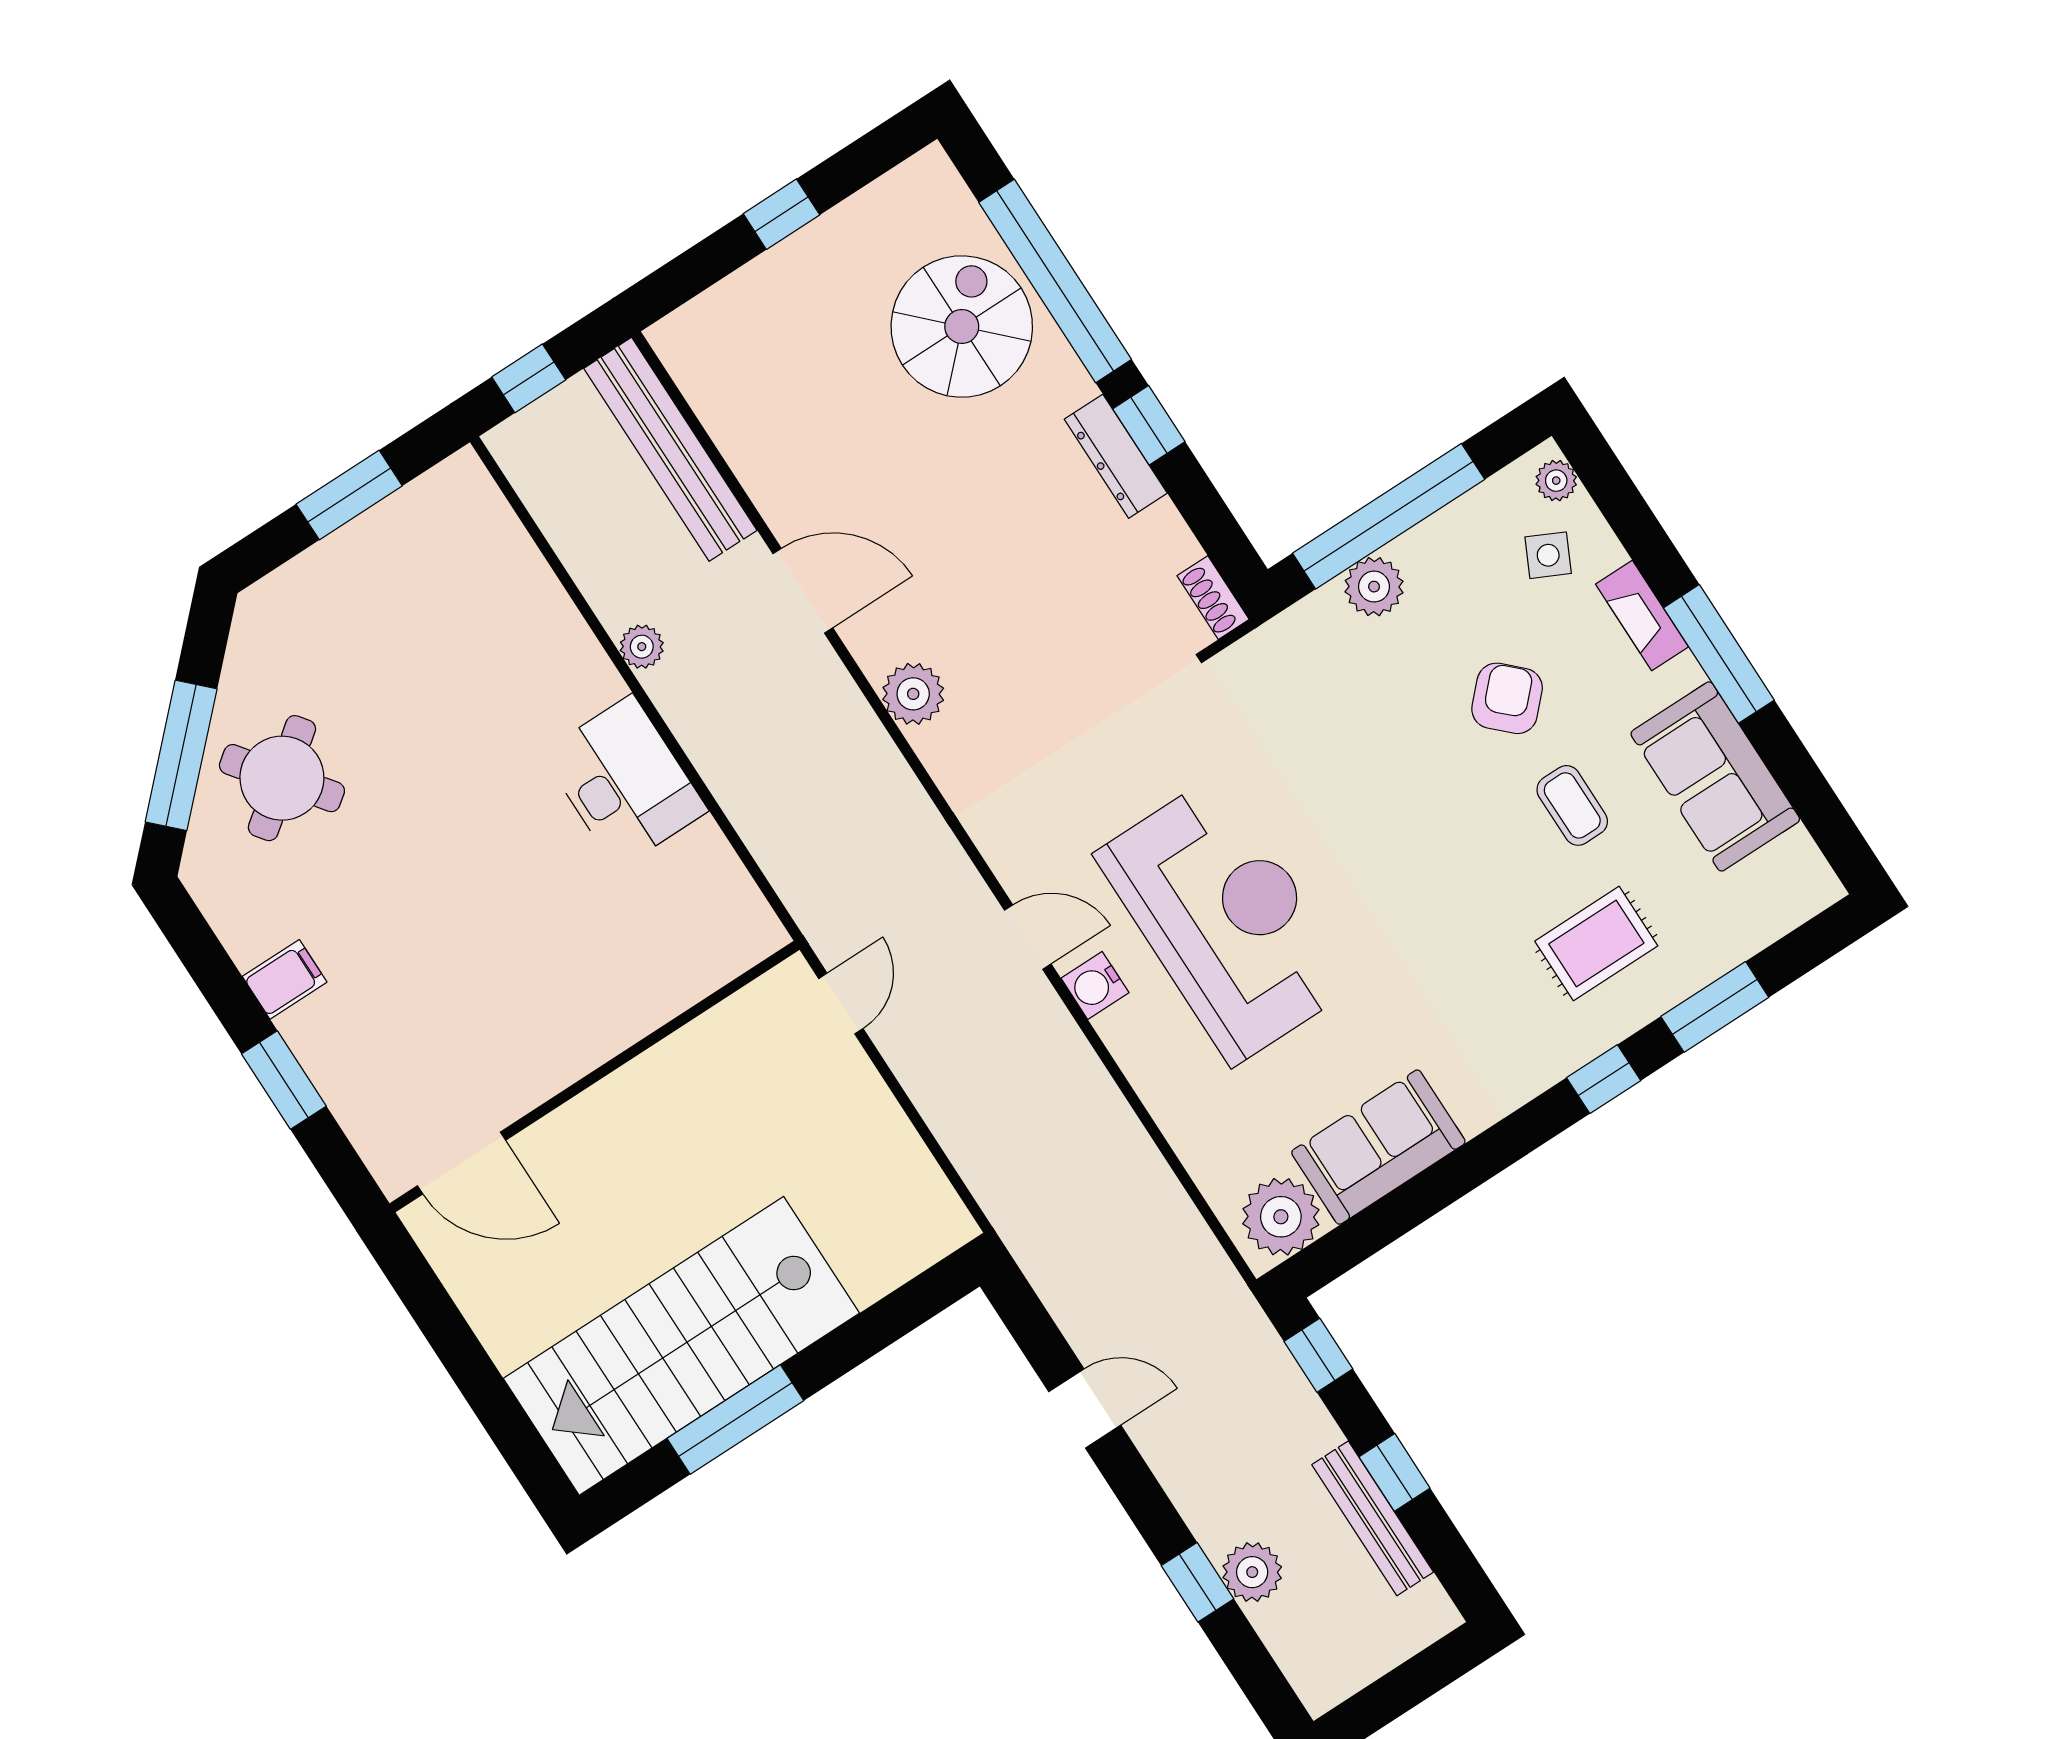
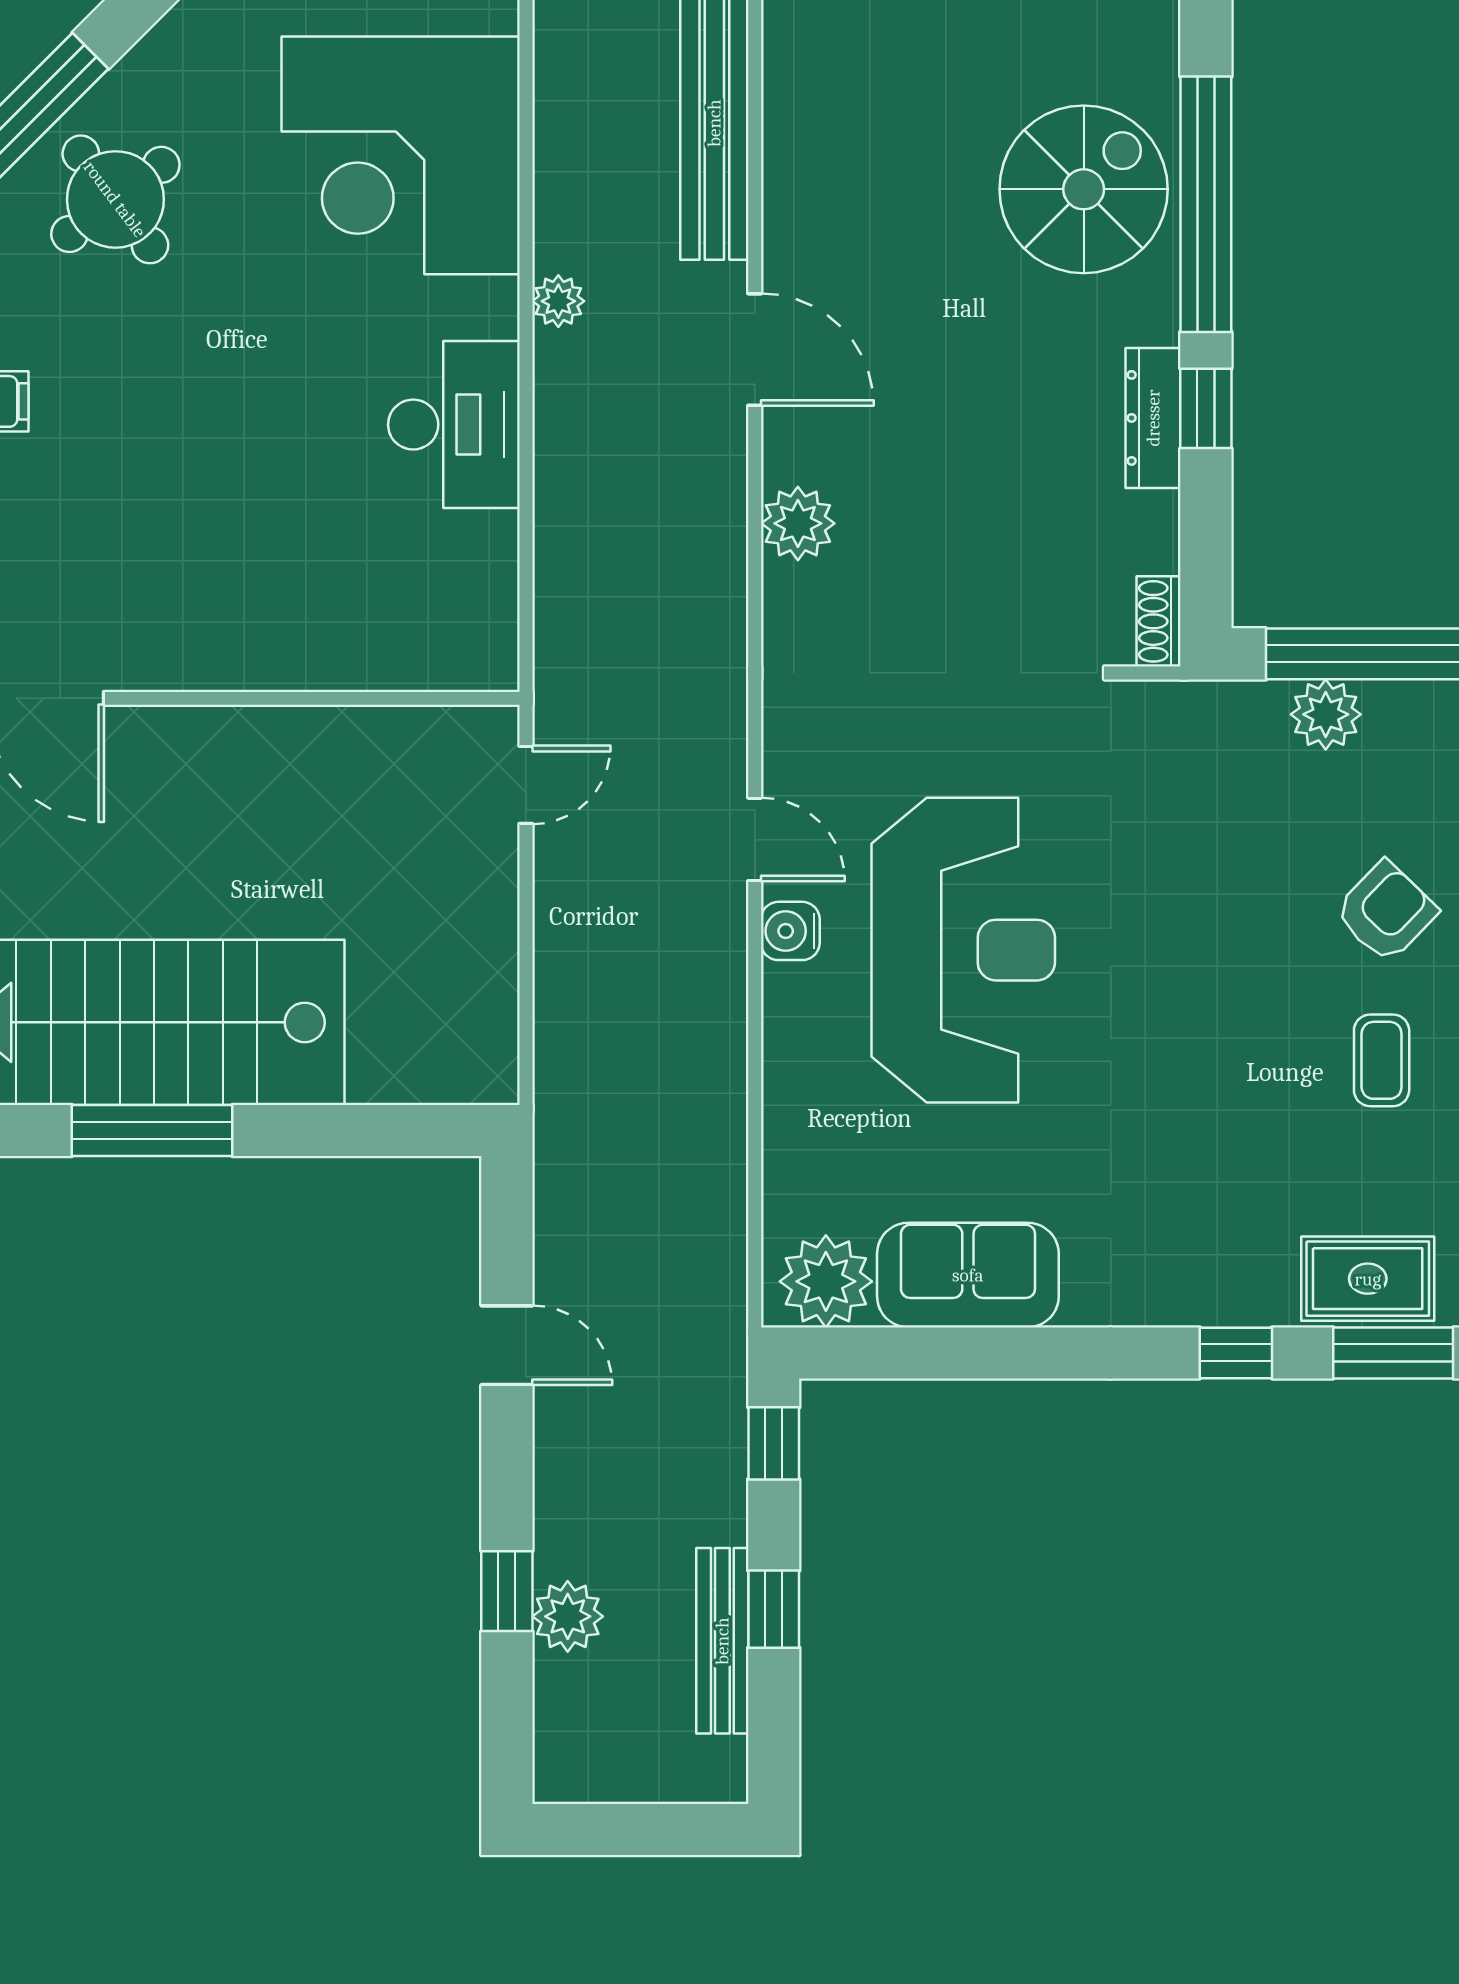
corner desk: (463, 616) -> (401, 155), added
rug: (1596, 943) -> (1368, 1279), moved

